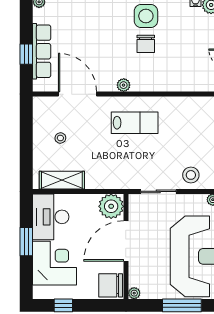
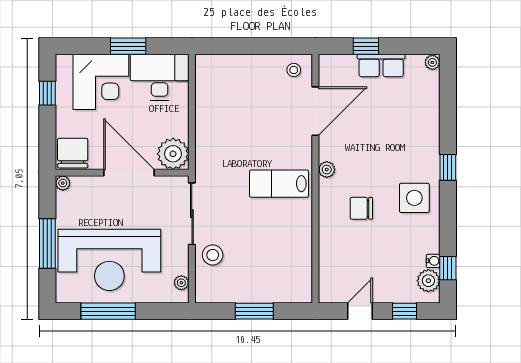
chair: (146, 44) -> (361, 208), moved
row of seats: (42, 51) -> (381, 66), width x0.68
lab bench: (135, 123) -> (279, 184), turned 90
stool: (60, 138) -> (294, 70), moved
shelving: (62, 180) -> (206, 91), removed
sliding door: (158, 191) -> (192, 214), width x1.37

